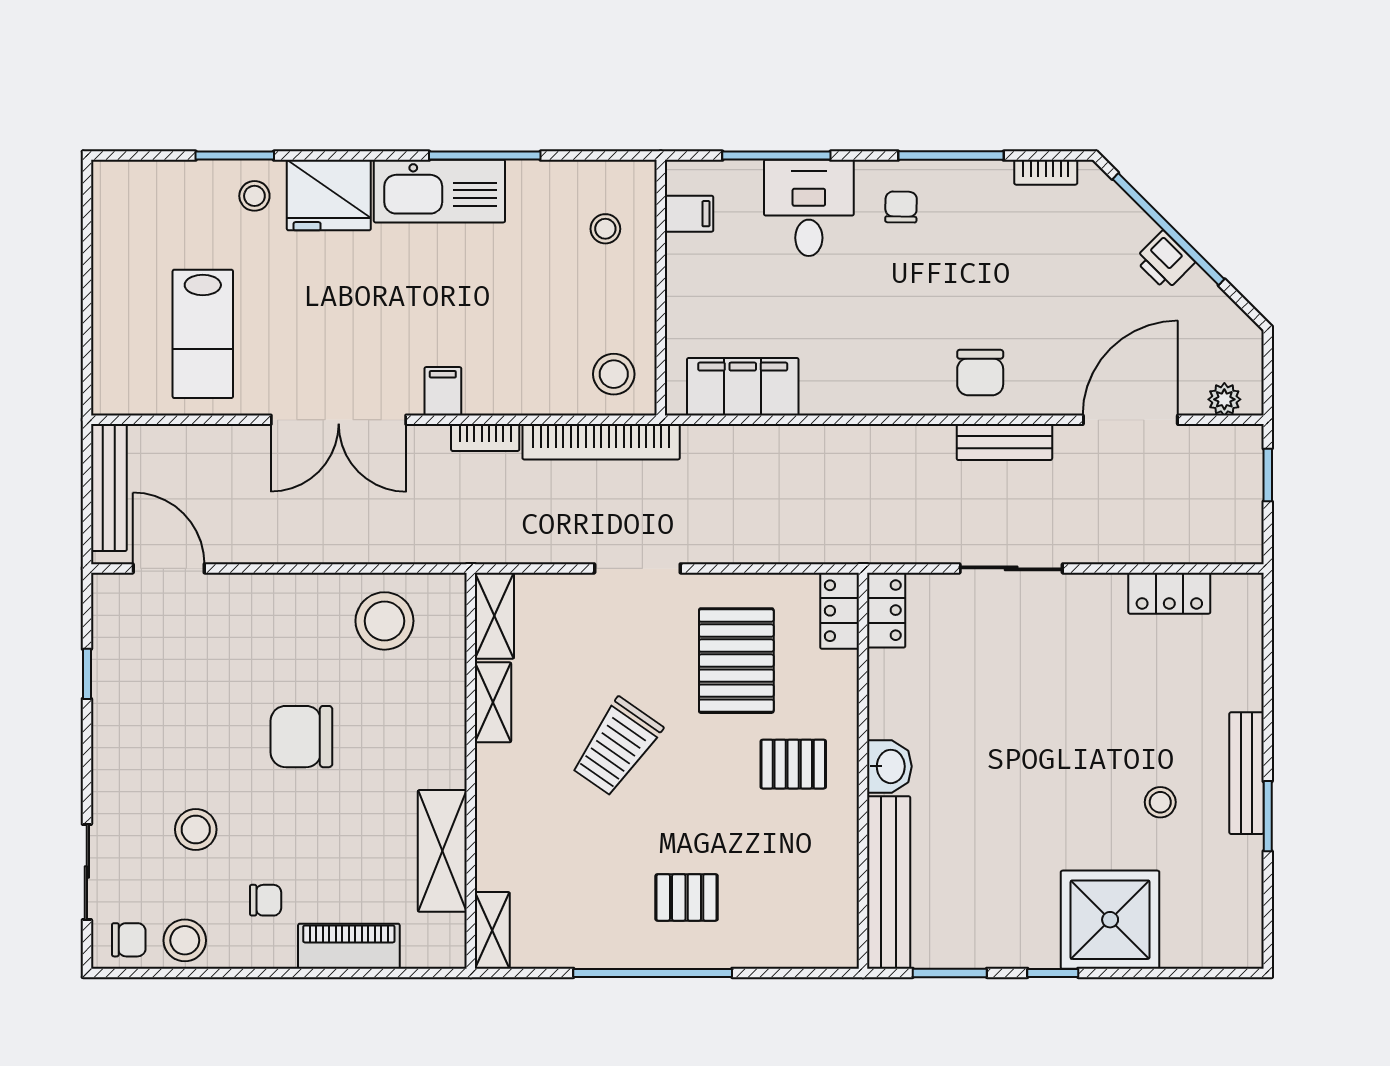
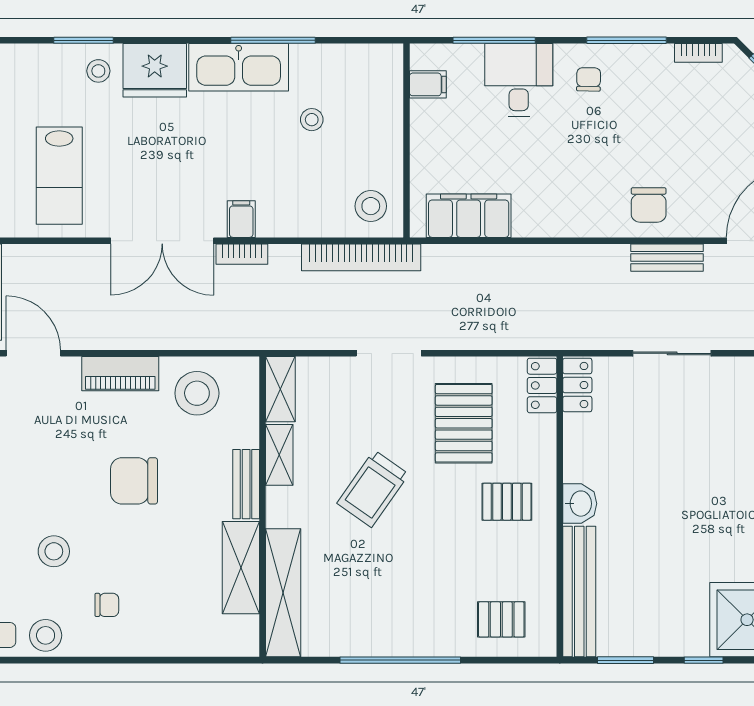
stool: (605, 229) -> (312, 120), moved
bookcase: (485, 437) -> (242, 254), moved
bench: (449, 741) -> (246, 484), added
pallet: (687, 897) -> (501, 619), moved
shelving: (492, 930) -> (283, 593), width x2.20, depth x1.33
piano: (349, 946) -> (120, 374), moved, turned 180

